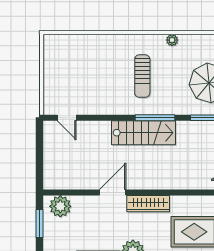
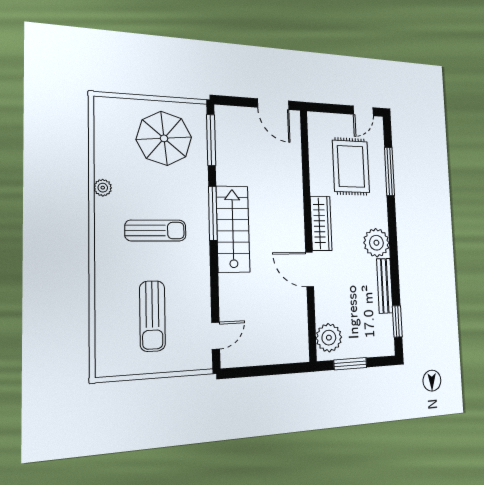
sun lounger: (83, 73) -> (152, 316), added

